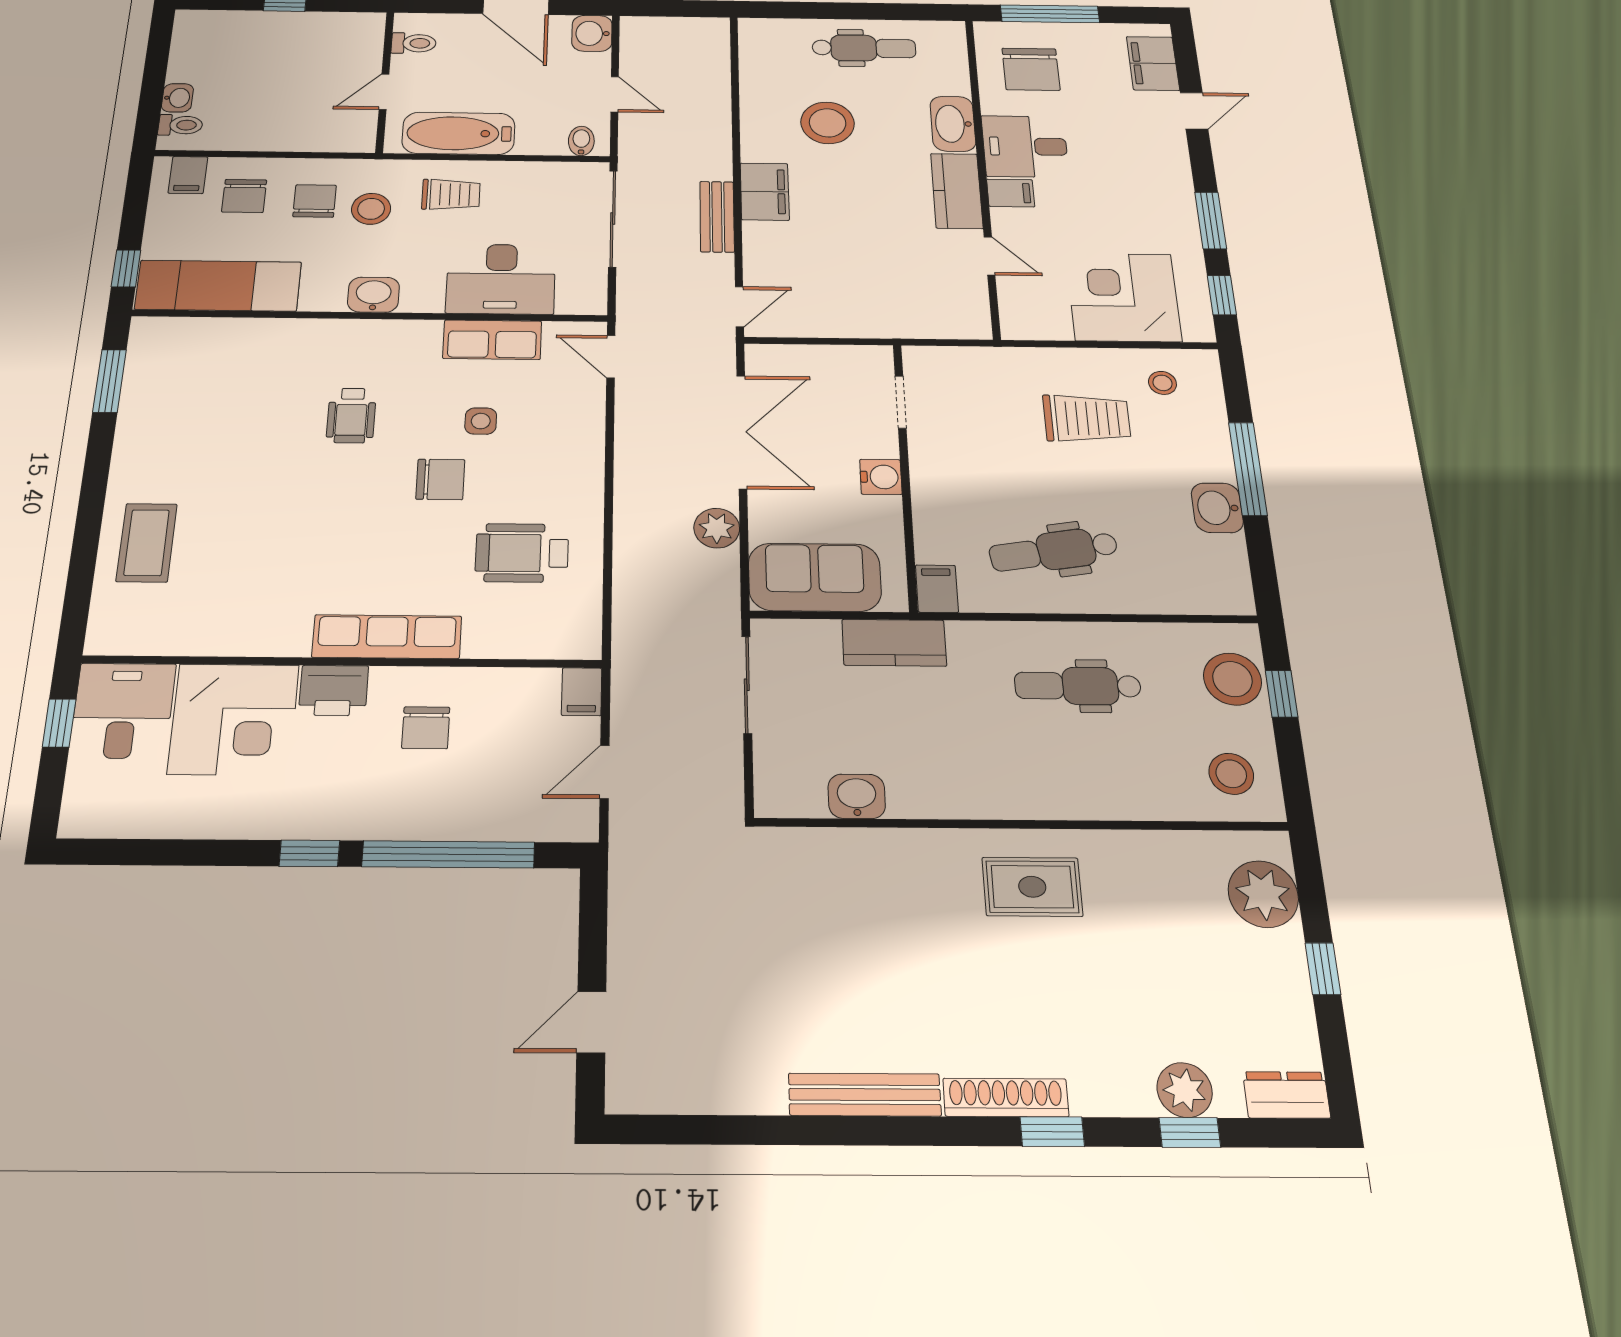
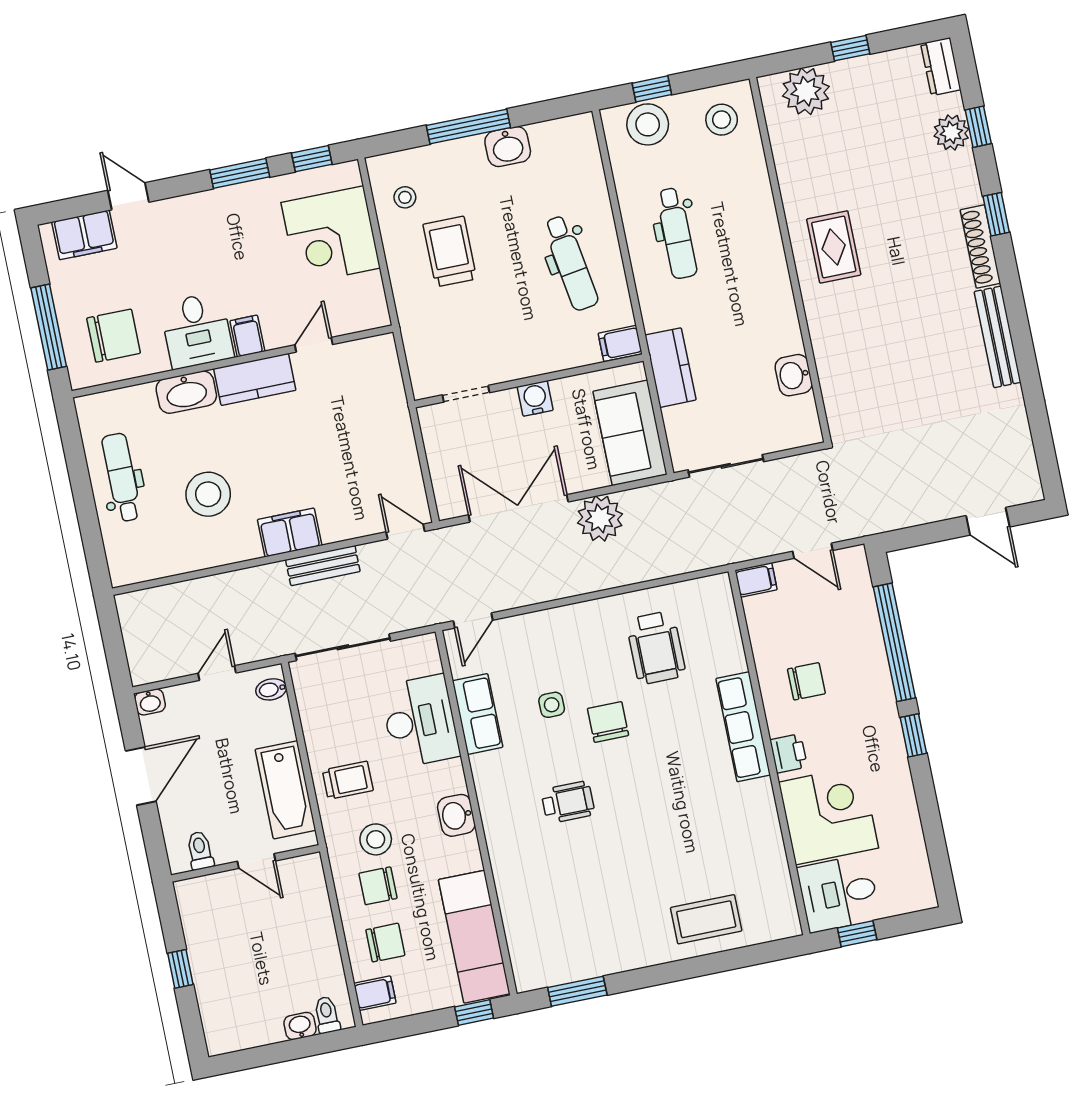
washbasin: (592, 33) -> (150, 702), width x0.72, depth x0.69
trolley: (451, 194) -> (348, 780), turned 90
plant: (717, 528) -> (600, 518), width x1.36, depth x1.36
printer: (334, 690) -> (789, 753), width x0.73, depth x0.81

